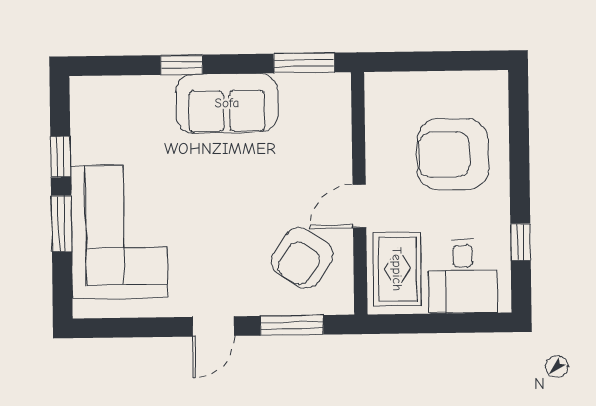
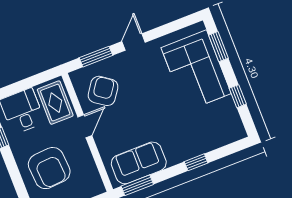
sofa: (227, 103) -> (139, 163), moved
armchair: (453, 154) -> (49, 168), turned 86
window: (61, 224) -> (218, 47), moved

